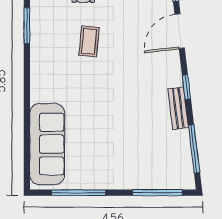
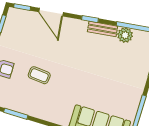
plant: (179, 141) -> (125, 35), added

